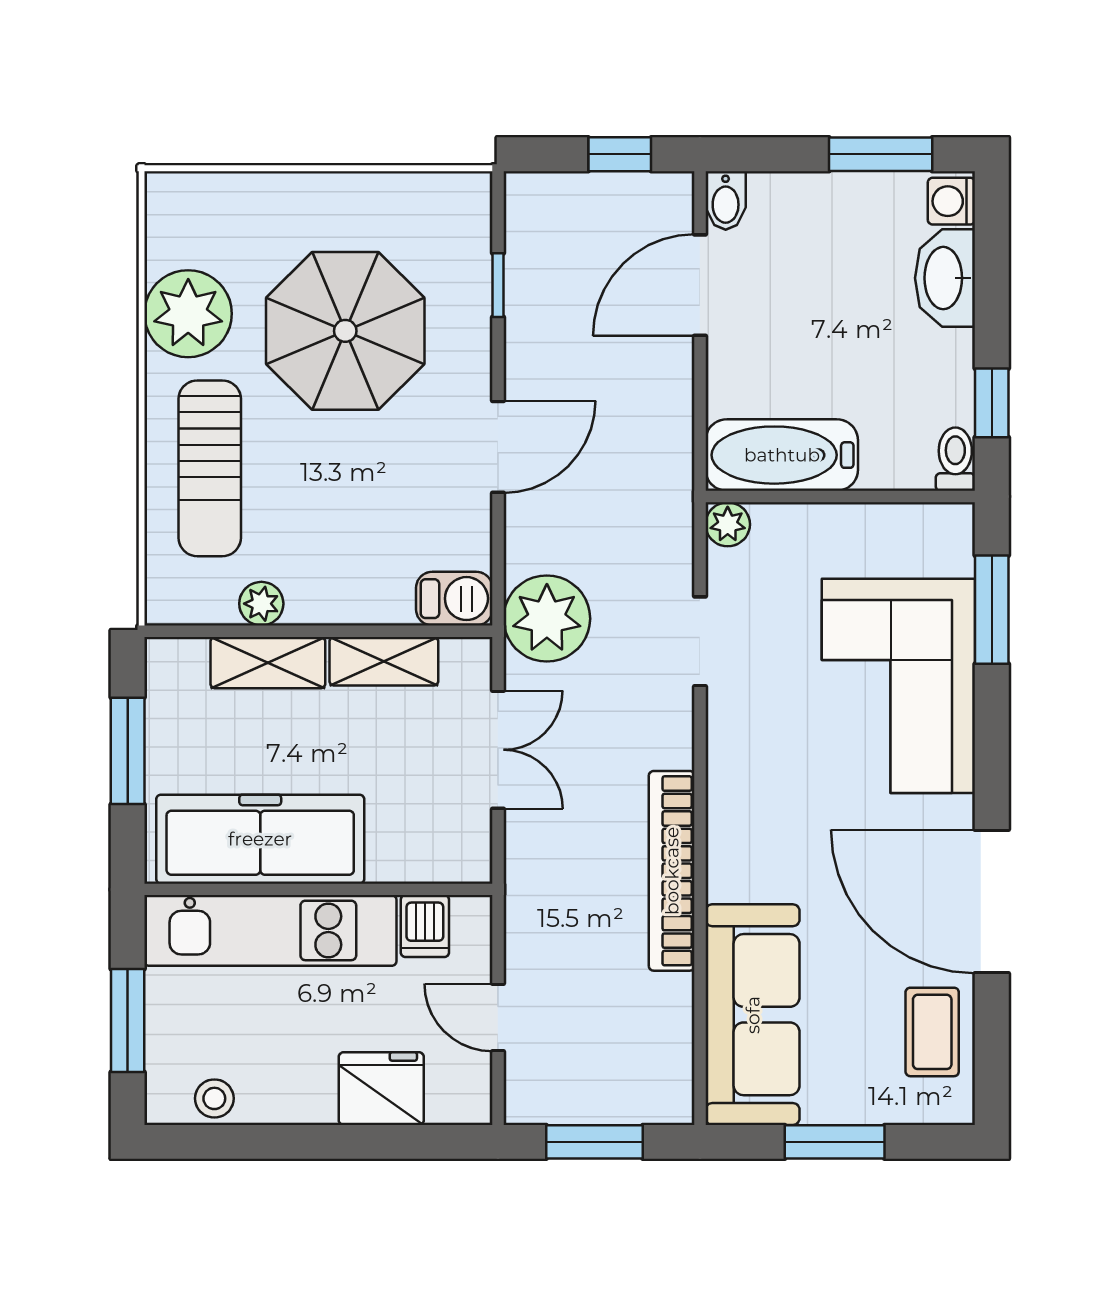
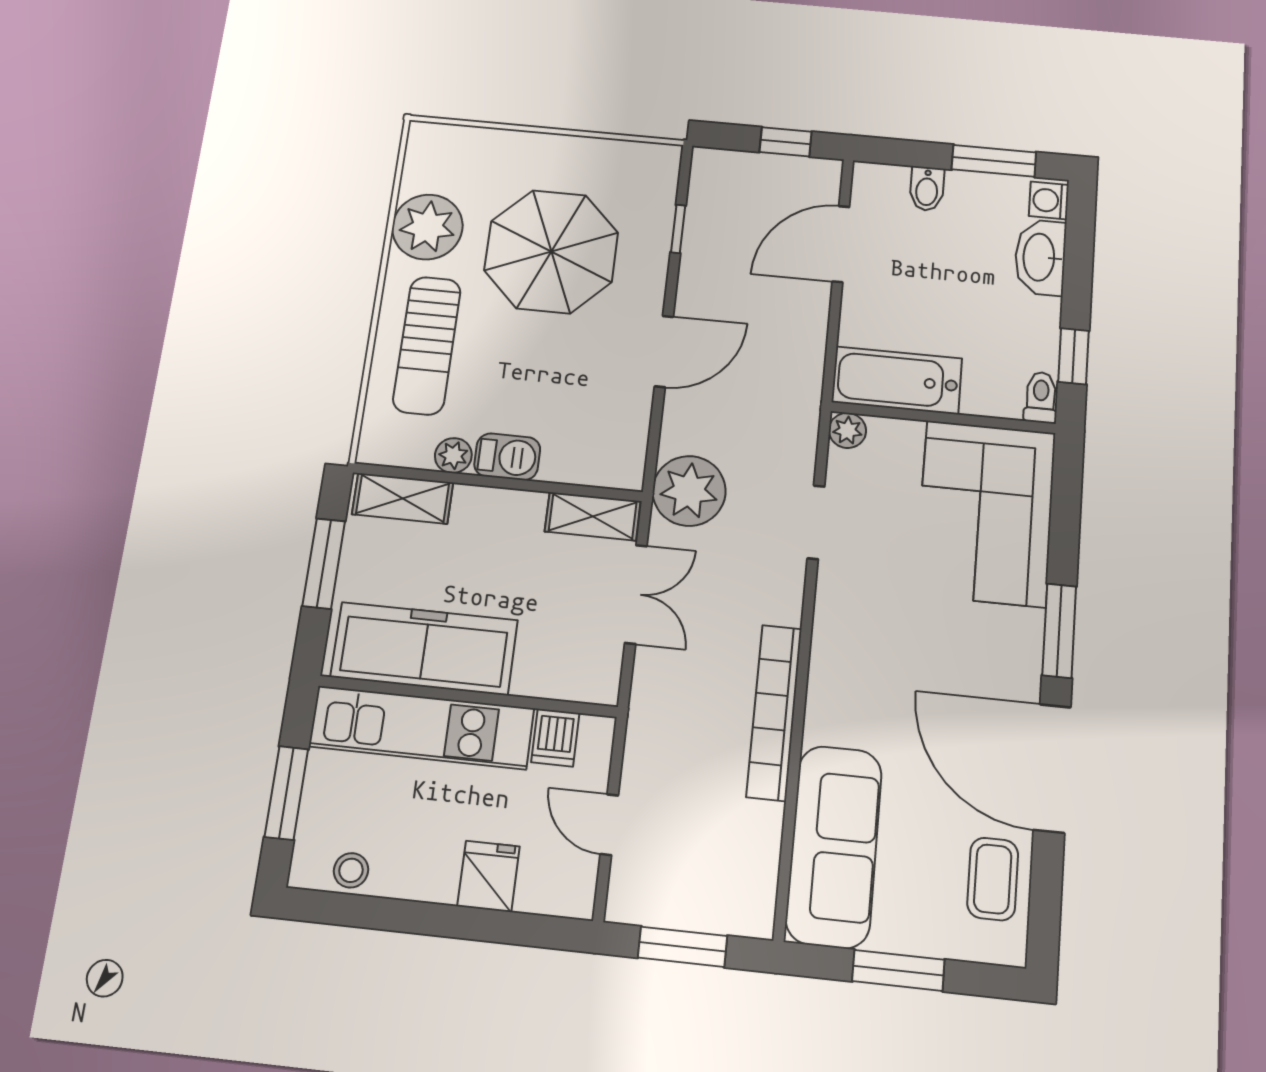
bidet: (726, 201) -> (927, 189), moved
barbecue: (454, 599) -> (507, 457), moved
window: (992, 610) -> (1059, 631), moved
shelving: (384, 661) -> (593, 516), moved
shelving: (268, 663) -> (403, 498), moved
corner sofa: (898, 686) -> (986, 513), moved
fridge: (381, 1089) -> (489, 876), width x0.72

